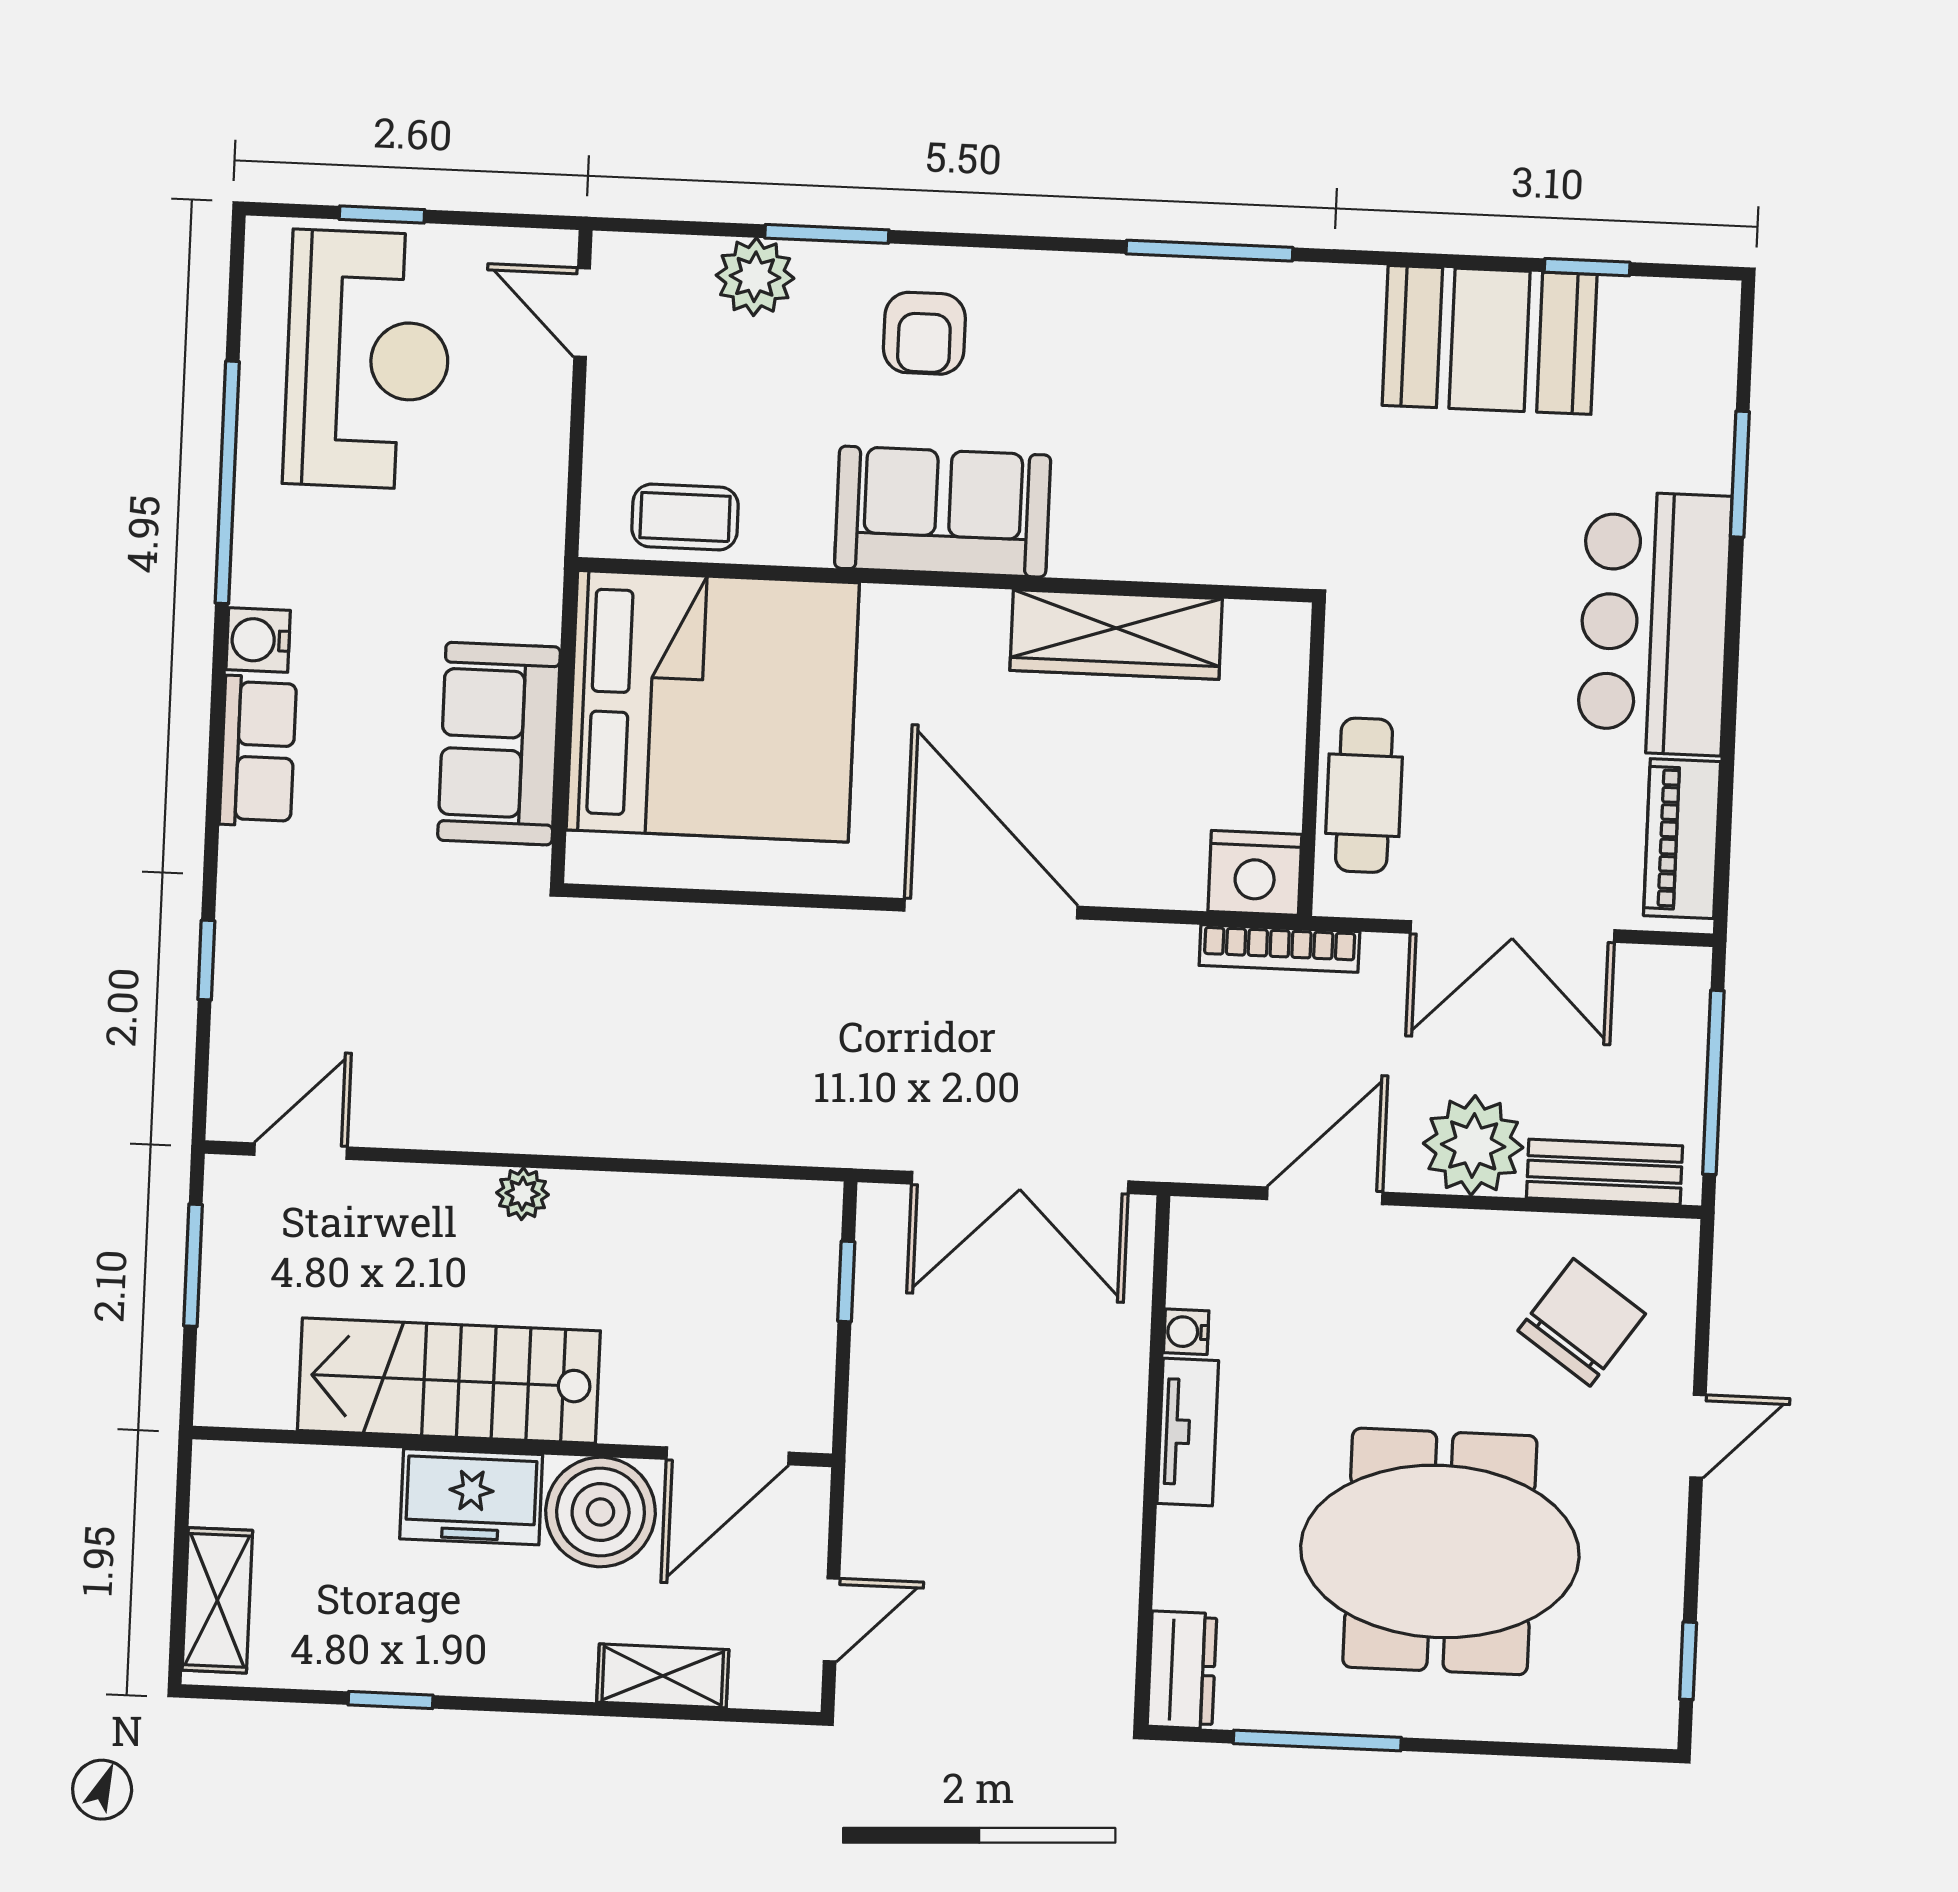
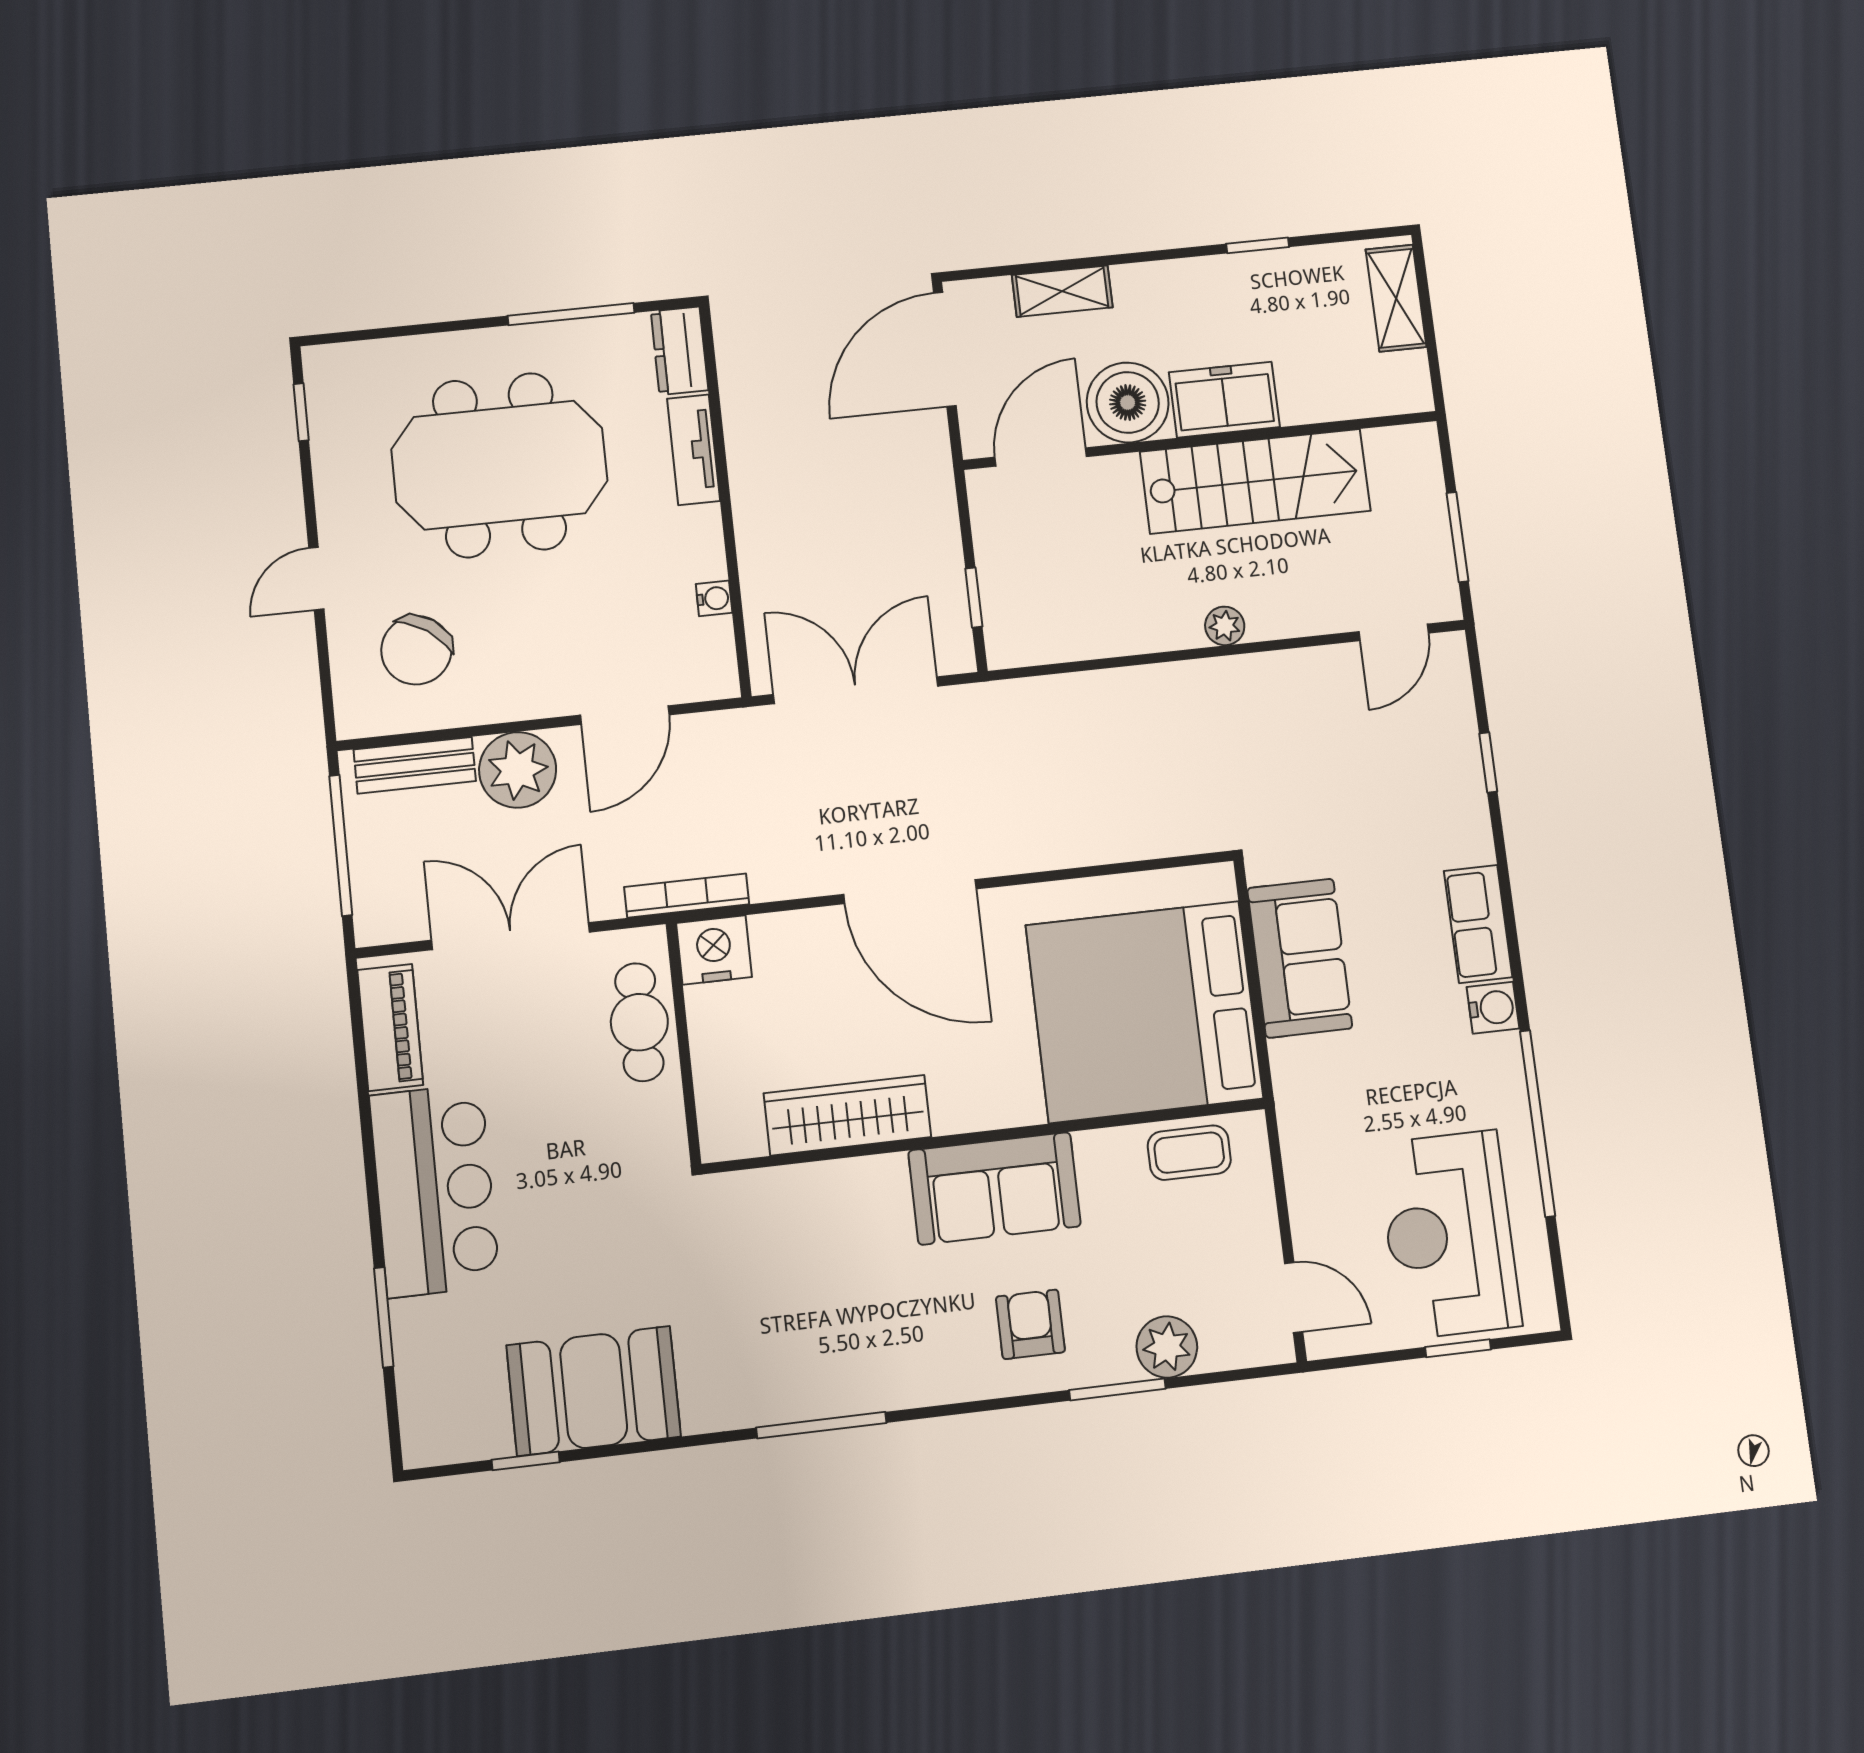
tv unit: (1188, 1432) -> (694, 450), moved
door: (831, 1620) -> (945, 349), width x1.88

